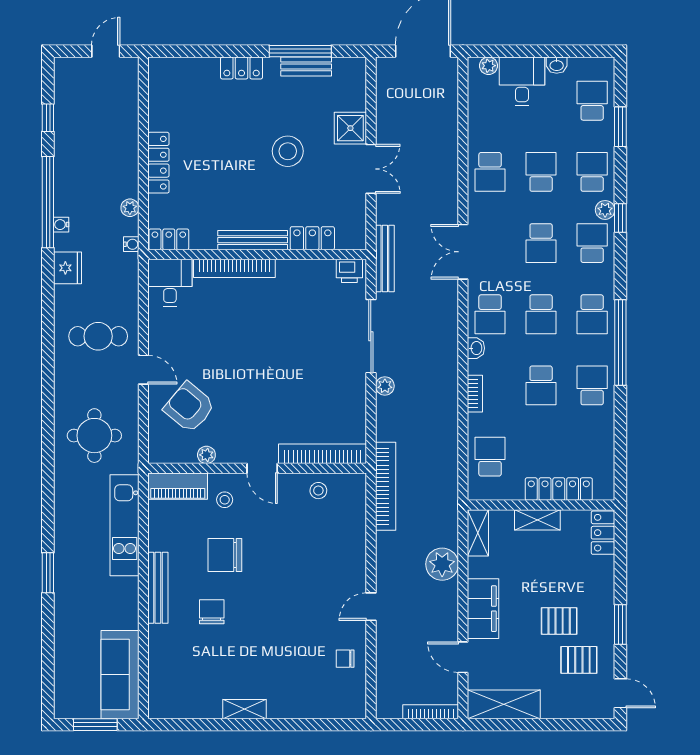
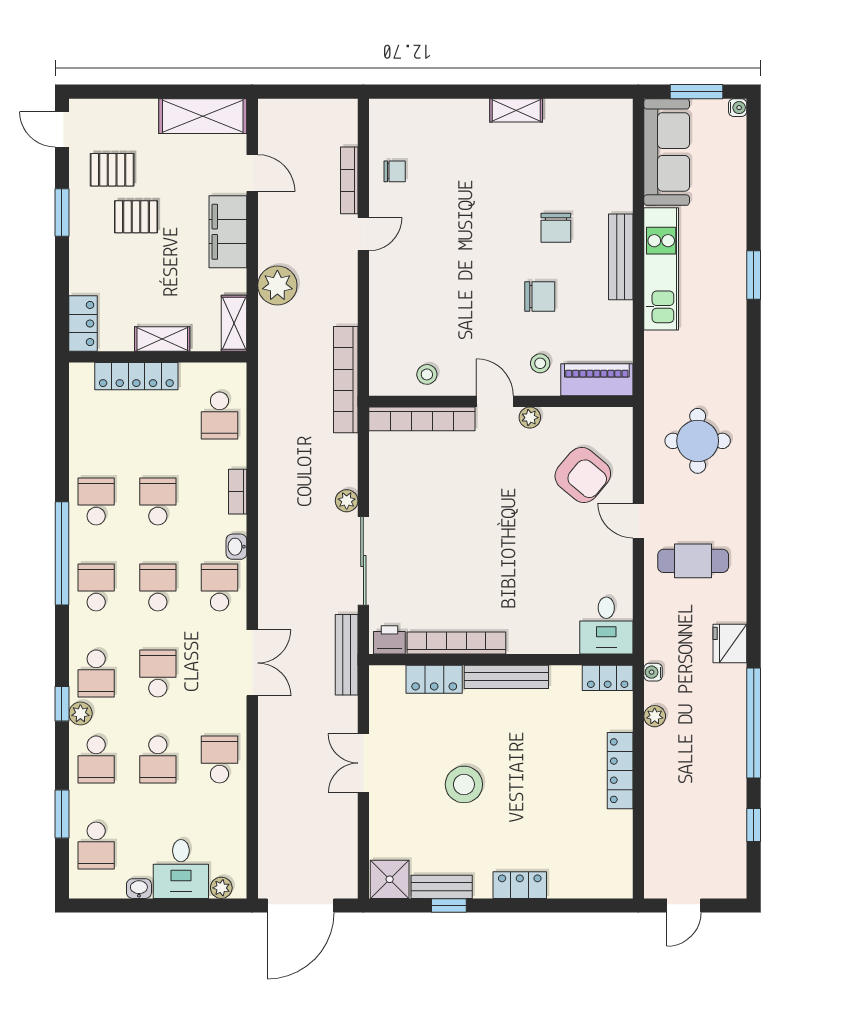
window: (300, 51) -> (449, 905), width x0.46
shower: (350, 128) -> (390, 879), moved
water cooler: (61, 225) -> (738, 108), moved
bookcase: (234, 268) -> (456, 643), moved
school desk: (592, 385) -> (96, 501), turned 180
plant: (206, 455) -> (530, 418), moved
kitchen unit: (125, 525) -> (661, 269), moved
chair: (225, 555) -> (540, 297), width x0.73, depth x0.73
bookcase: (431, 712) -> (349, 180), moved, turned 90

